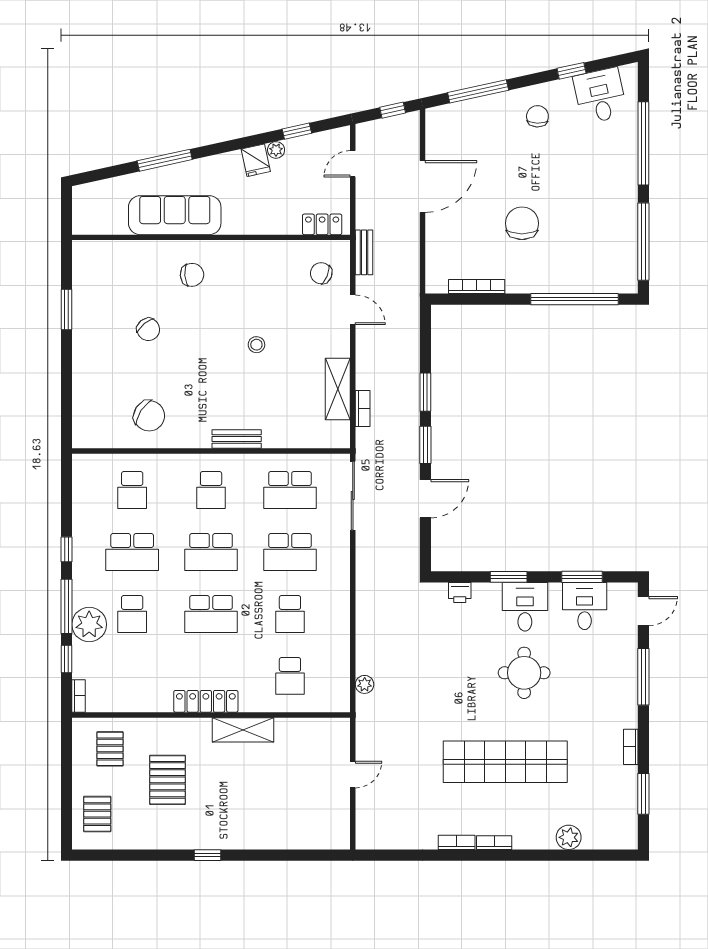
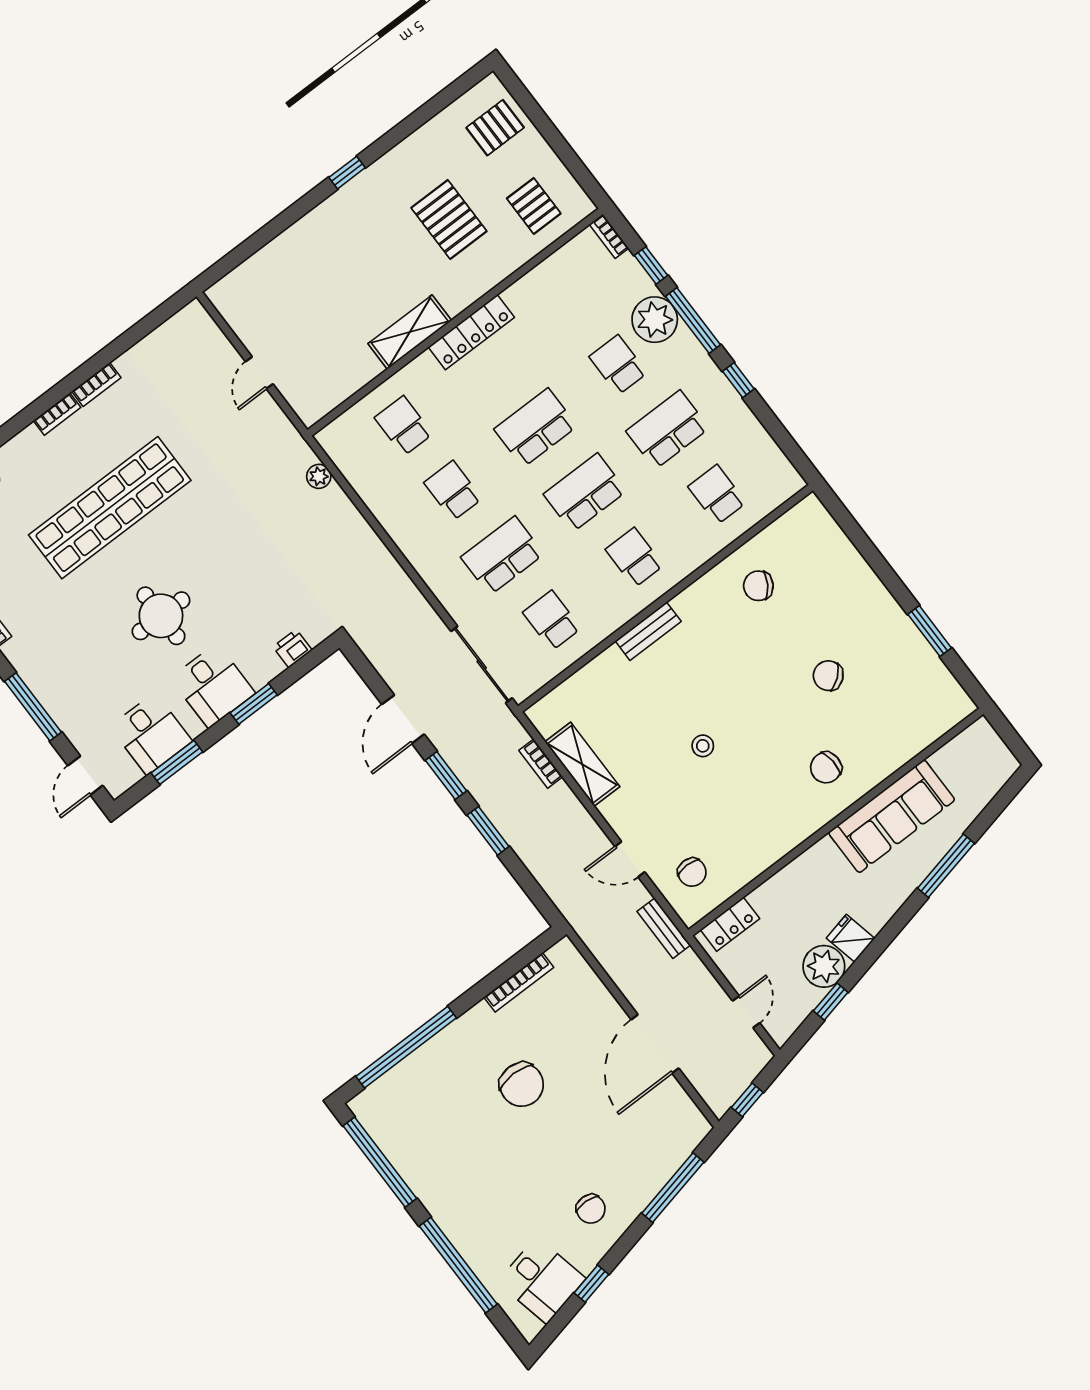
plant: (276, 150) -> (824, 966), width x1.87, depth x1.87
chair: (321, 273) -> (692, 872), turned 68
chair: (149, 416) -> (758, 586), width x0.73, depth x0.73
school desk: (290, 490) -> (552, 620), width x0.54
pallet: (97, 814) -> (495, 128), turned 90

